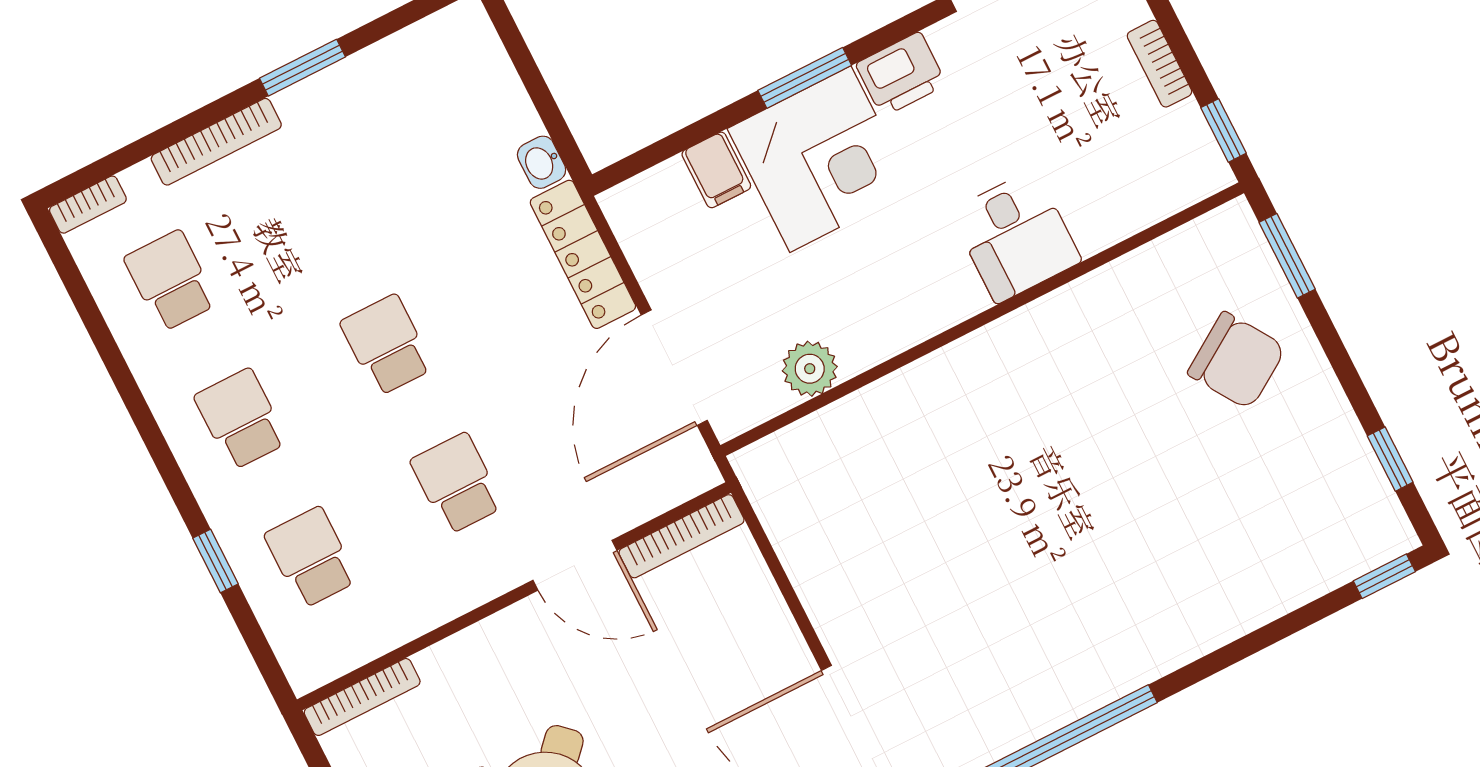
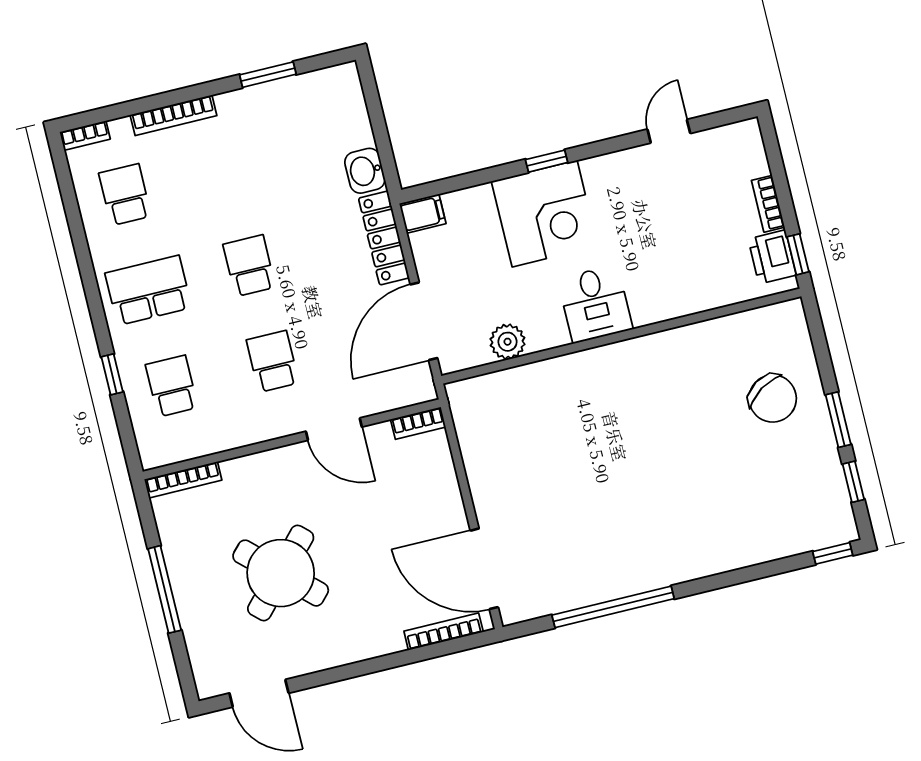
window: (303, 68) -> (268, 75), moved
printer: (901, 74) -> (772, 257), moved, turned 90
window: (805, 78) -> (547, 161), width x0.67
washbasin: (542, 162) -> (365, 171), width x1.38, depth x1.45
filing cabinet: (716, 170) -> (423, 214), moved, turned -90
desk: (1016, 236) -> (595, 304), moved
window: (1287, 256) -> (838, 420), moved
school desk: (241, 419) -> (148, 290), width x1.85
bookcase: (682, 536) -> (418, 423), width x0.64

